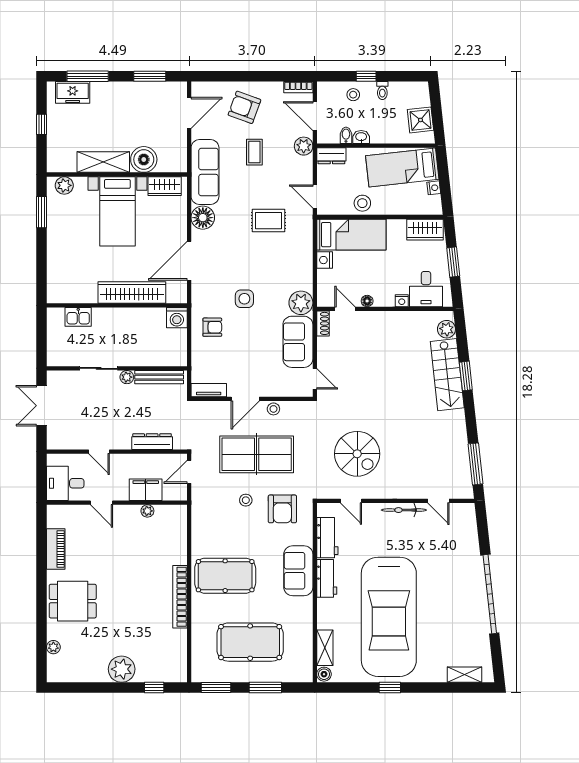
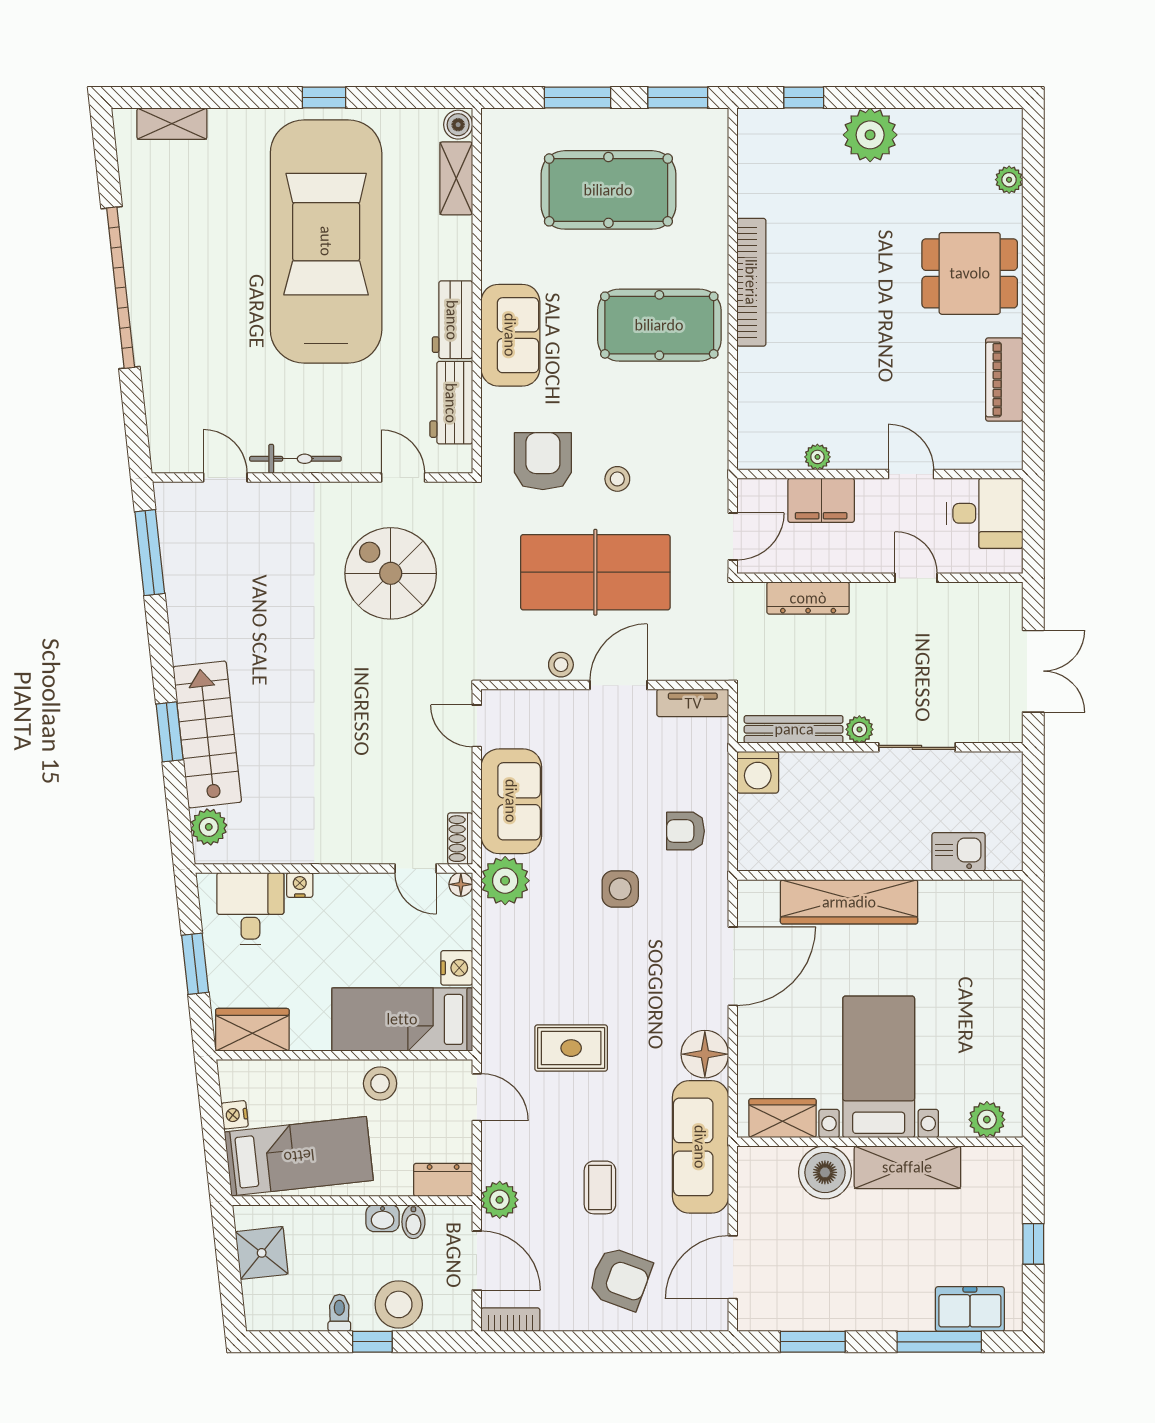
stool: (353, 95) -> (399, 1304), width x1.89, depth x1.89
window: (42, 212) -> (1033, 1065), removed
floor lamp: (367, 301) -> (461, 884), moved
washing machine: (177, 318) -> (758, 772), moved, turned 180

